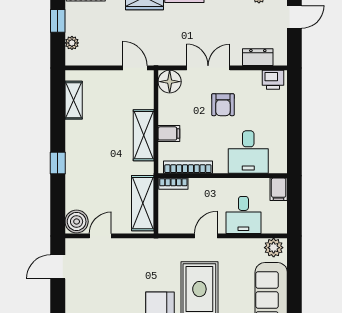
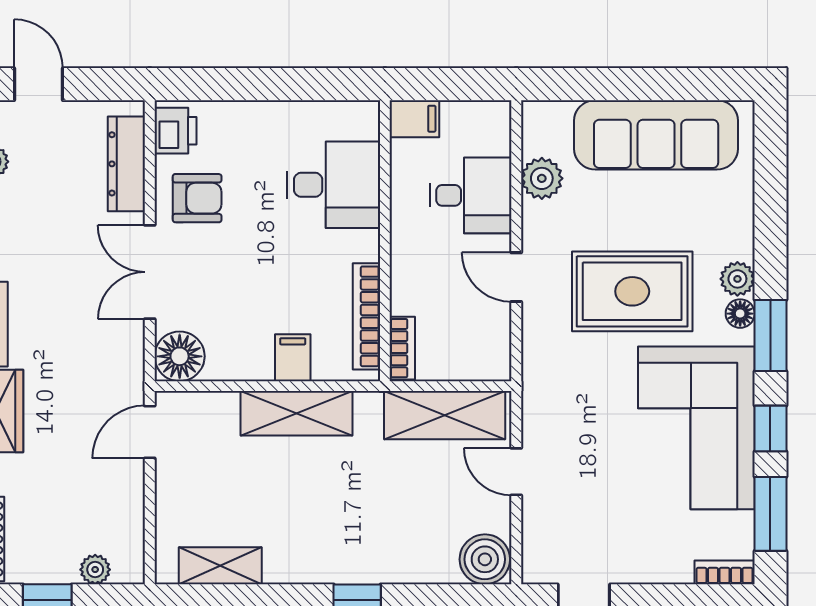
dresser: (258, 57) -> (126, 164), width x1.44
armchair: (223, 105) -> (197, 198), moved
door: (100, 236) -> (516, 472), moved
plant: (274, 248) -> (542, 178), moved

